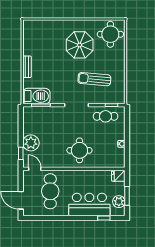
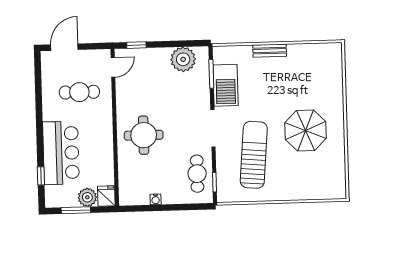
round table: (110, 34) -> (323, 177), removed
sun lounger: (94, 79) -> (254, 155), width x1.36, depth x1.34
barbecue: (36, 96) -> (226, 85), moved
plant: (31, 143) -> (183, 59), moved
cafe table: (50, 191) -> (79, 92), width x0.73, depth x0.74
plant: (119, 202) -> (87, 197), moved

